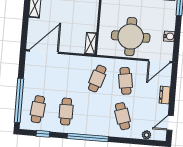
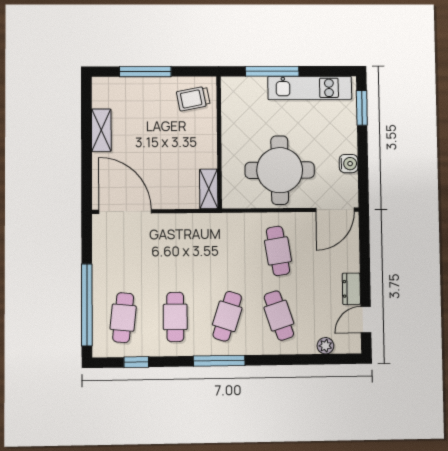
door: (44, 52) -> (125, 212), hinge flipped
cafe table: (97, 79) -> (227, 316), moved
dresser: (165, 95) -> (351, 289), moved
window: (88, 137) -> (219, 361), width x0.68

